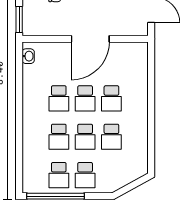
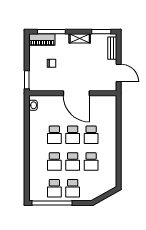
door: (90, 39) -> (76, 93), hinge flipped

